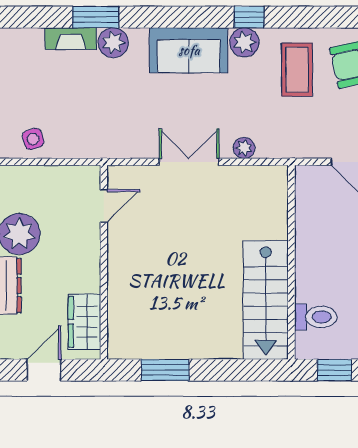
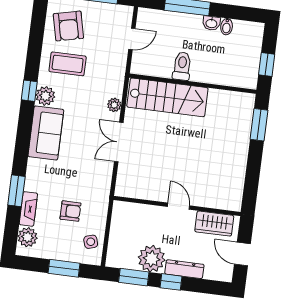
plant: (113, 43) -> (28, 237), moved
armchair: (76, 102) -> (70, 211), added
door: (104, 206) -> (179, 206), moved
stairs: (266, 300) -> (167, 97), moved
toilet: (316, 317) -> (182, 66), moved
window: (165, 370) -> (259, 125), moved

